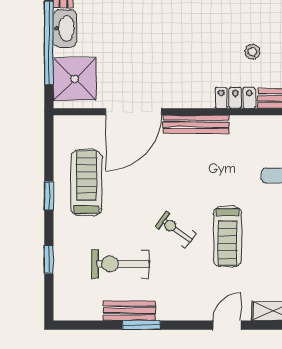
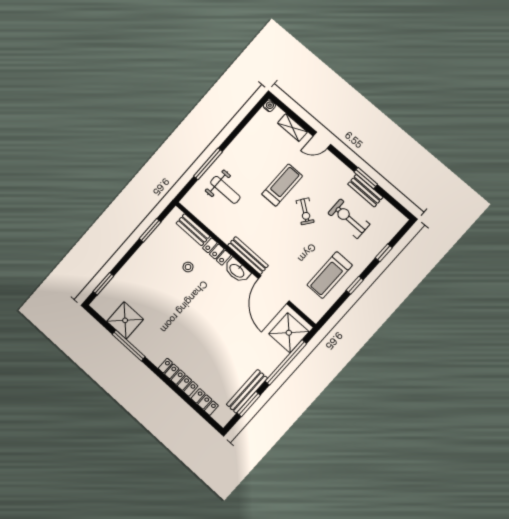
washbasin: (65, 28) -> (237, 270), moved, turned -90
door: (134, 112) -> (274, 290), swing flipped
exercise bike: (120, 264) -> (349, 219), turned 180

